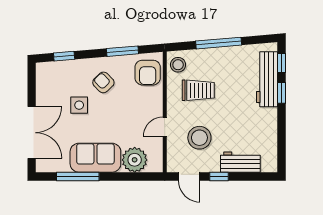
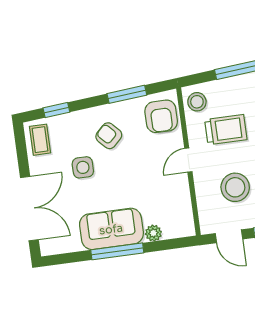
coffee table: (48, 78) -> (40, 140), added
door: (165, 127) -> (188, 160), moved
plant: (135, 160) -> (153, 233), width x0.53, depth x0.53
window: (78, 176) -> (117, 251), moved

